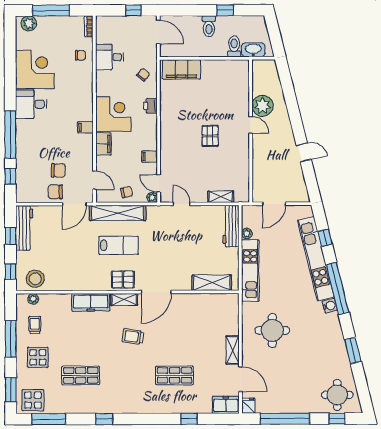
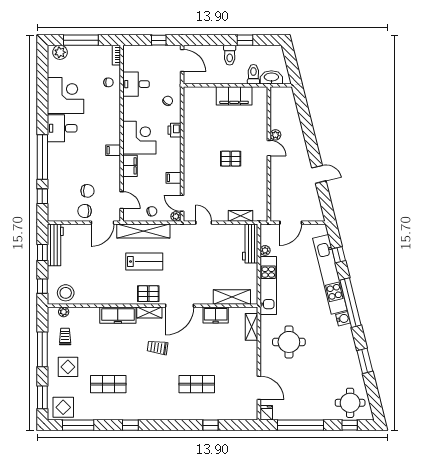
filing cabinet: (181, 69) -> (234, 96), moved
plant: (263, 106) -> (275, 135), width x0.53, depth x0.53
pallet: (210, 136) -> (231, 159), turned 90
shelving: (233, 350) -> (251, 327), moved
freezer: (226, 405) -> (216, 315), moved, turned 180

